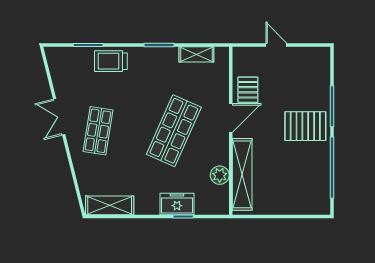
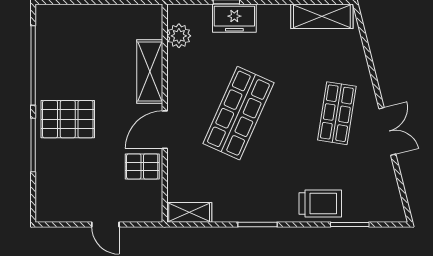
shelving: (196, 54) -> (189, 212), moved
pallet: (248, 90) -> (142, 166), turned 90
shelving: (242, 174) -> (150, 71), width x0.68
plant: (220, 175) -> (179, 36), moved

